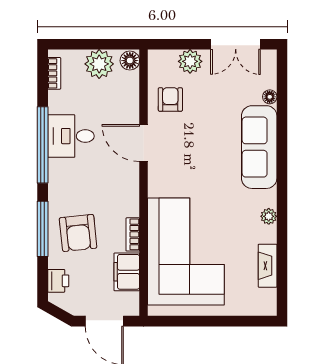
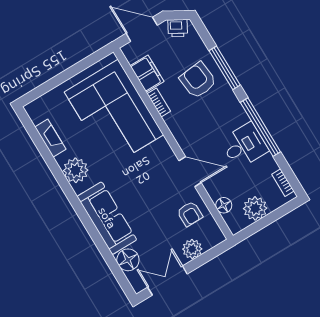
floor lamp: (130, 61) -> (224, 205), moved
floor lamp: (270, 97) -> (128, 260), width x1.89, depth x1.89
plant: (269, 216) -> (76, 170), width x1.88, depth x1.88
printer: (58, 281) -> (178, 28), moved, turned -60

